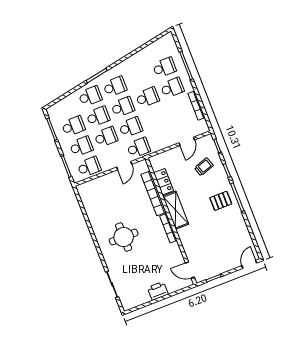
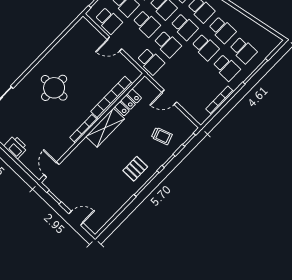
school desk: (140, 77) -> (222, 30), added
door: (187, 141) -> (169, 97), moved
door: (124, 166) -> (114, 44), moved
pallet: (221, 201) -> (135, 169), turned 90
door: (249, 264) -> (76, 218), moved

